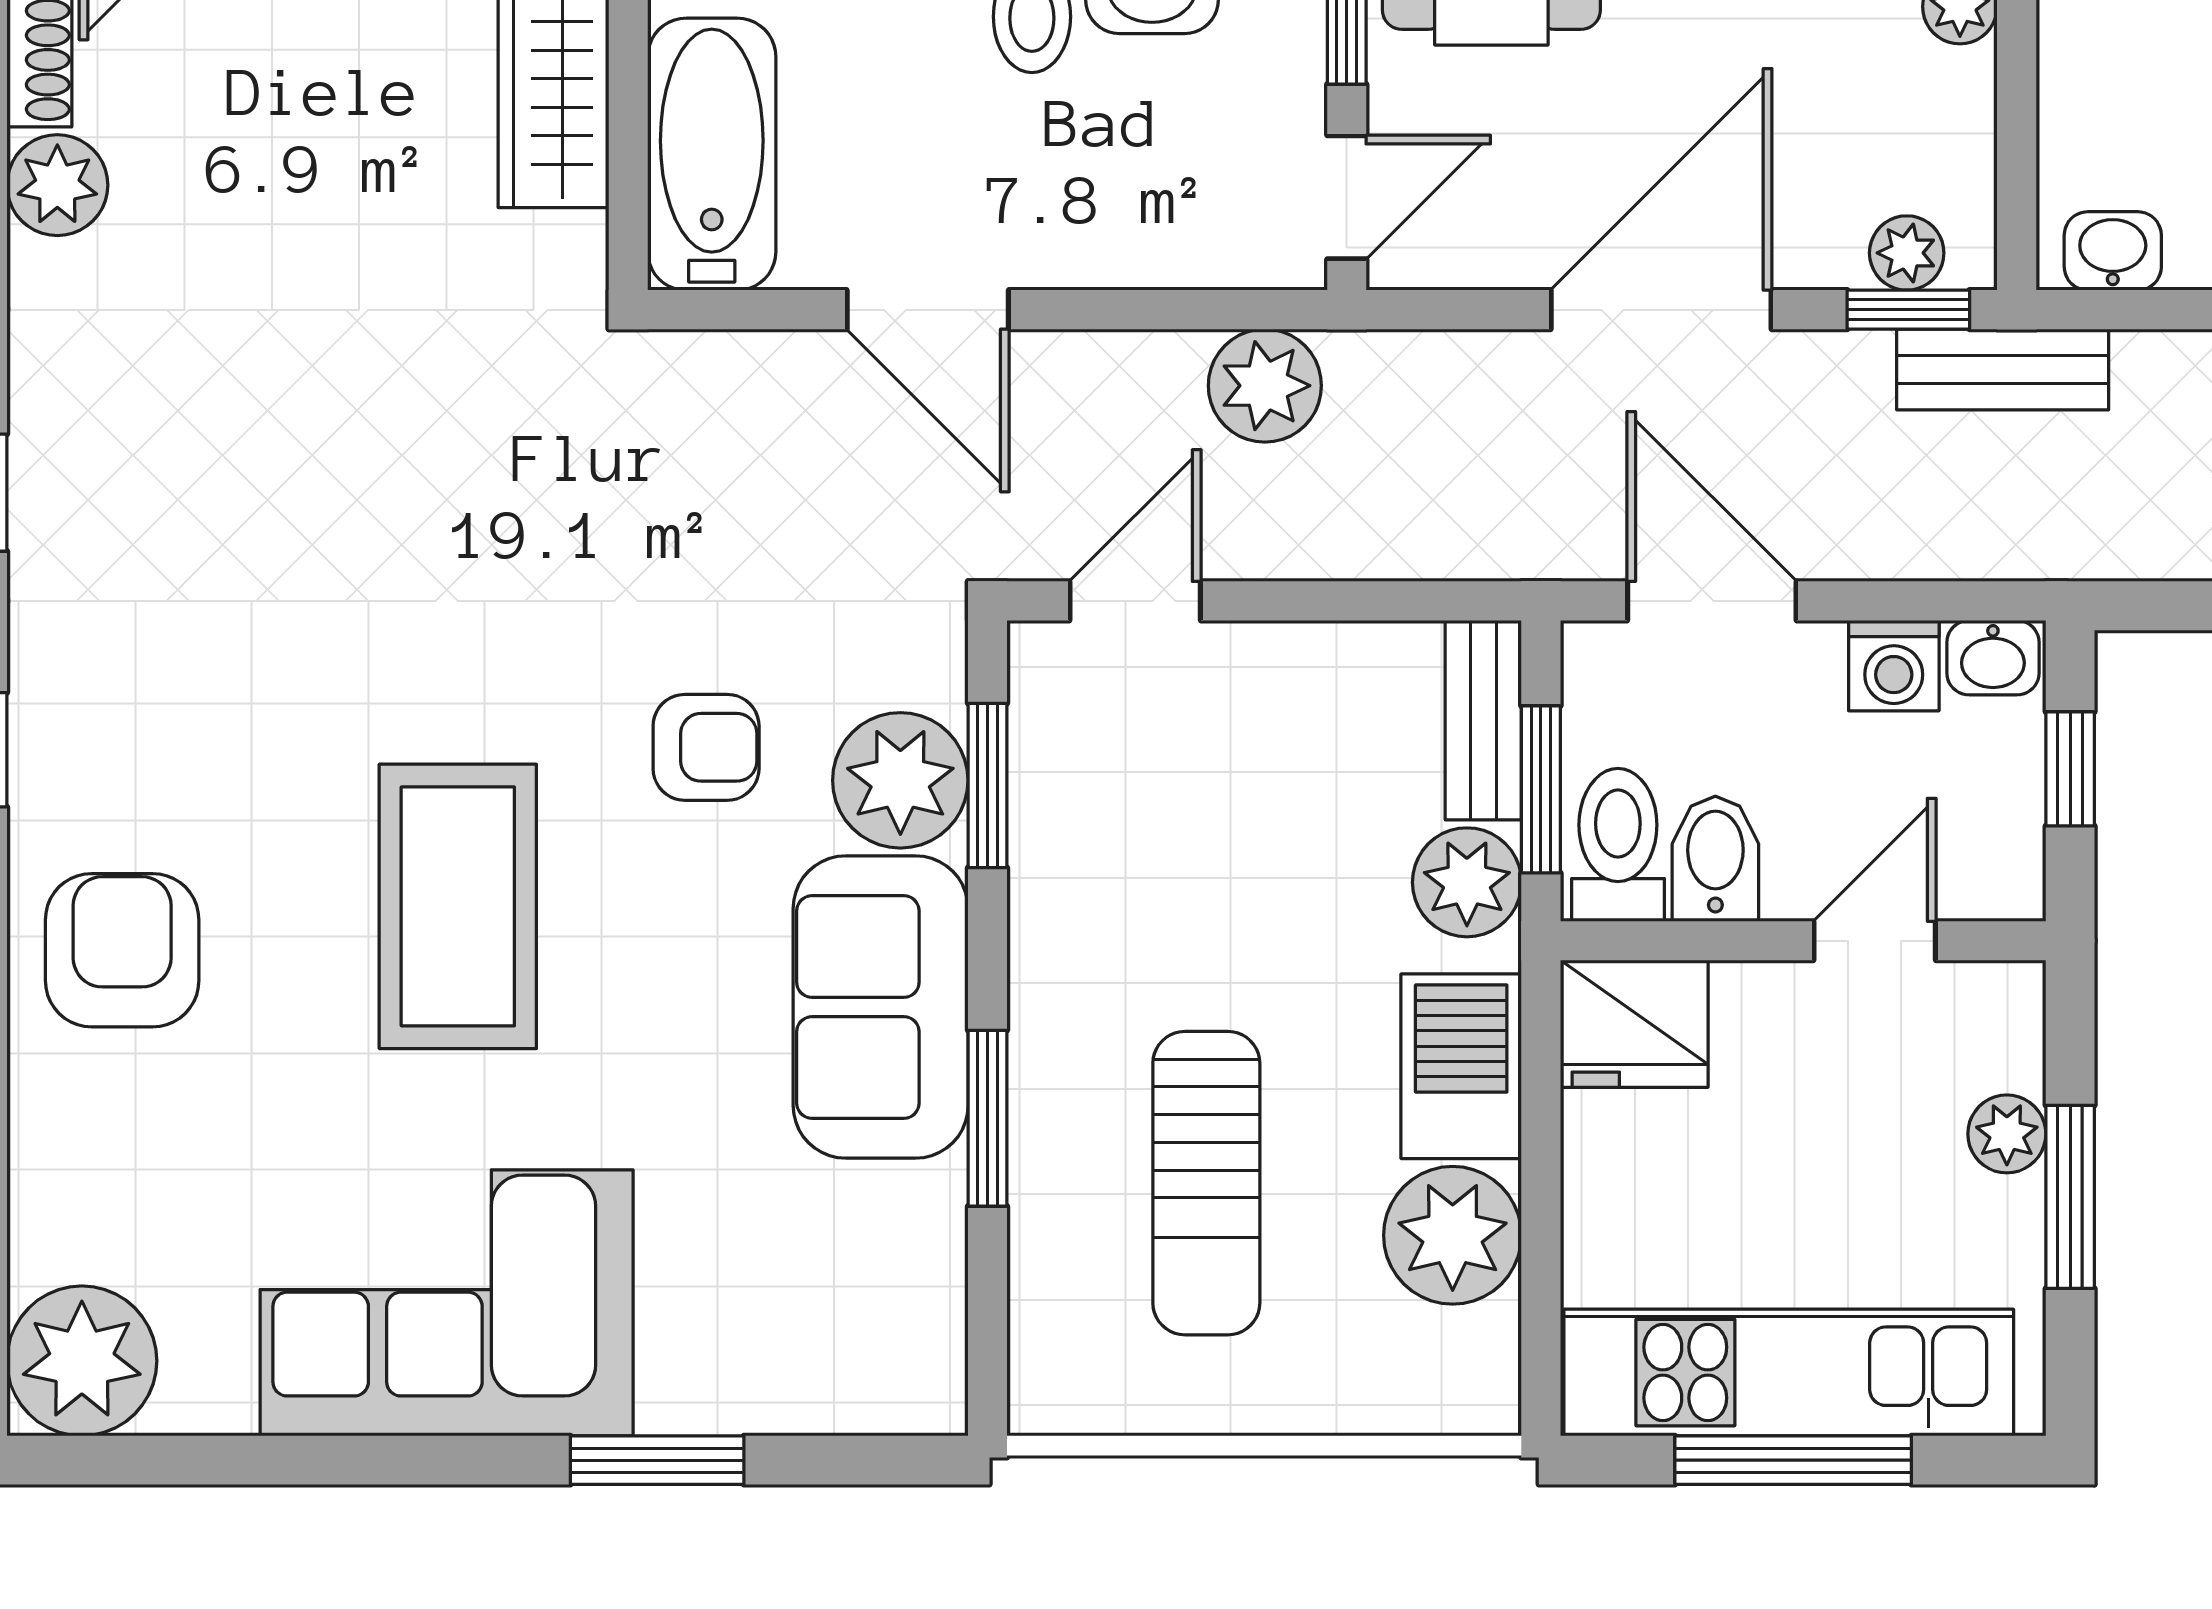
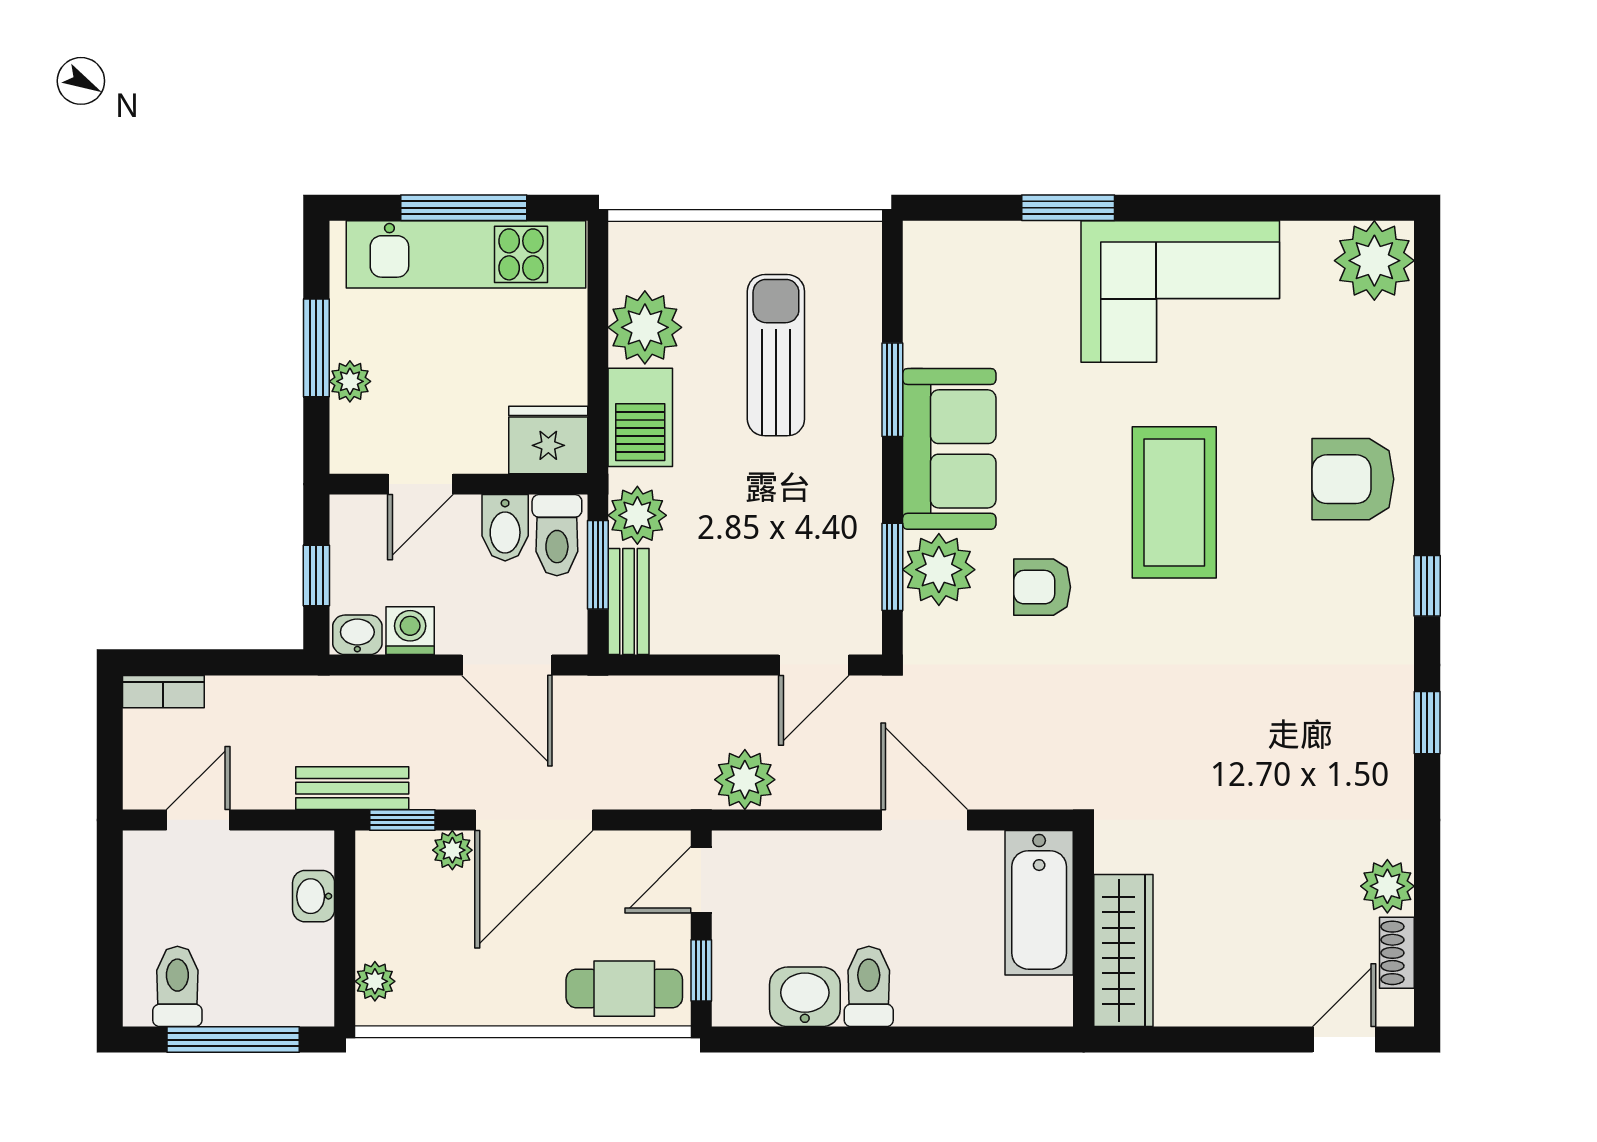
washbasin: (2113, 251) -> (314, 896), moved, turned 90
plant: (1907, 253) -> (452, 850), moved
armchair: (122, 950) -> (1353, 479), turned 90

